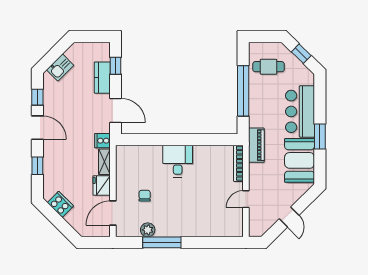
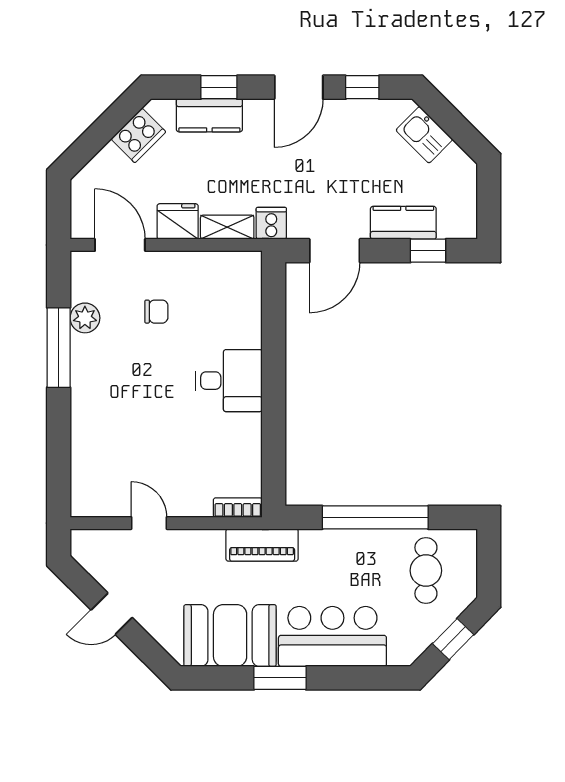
bookcase: (238, 163) -> (238, 508), width x0.64
kitchen counter: (51, 170) -> (209, 115), added

